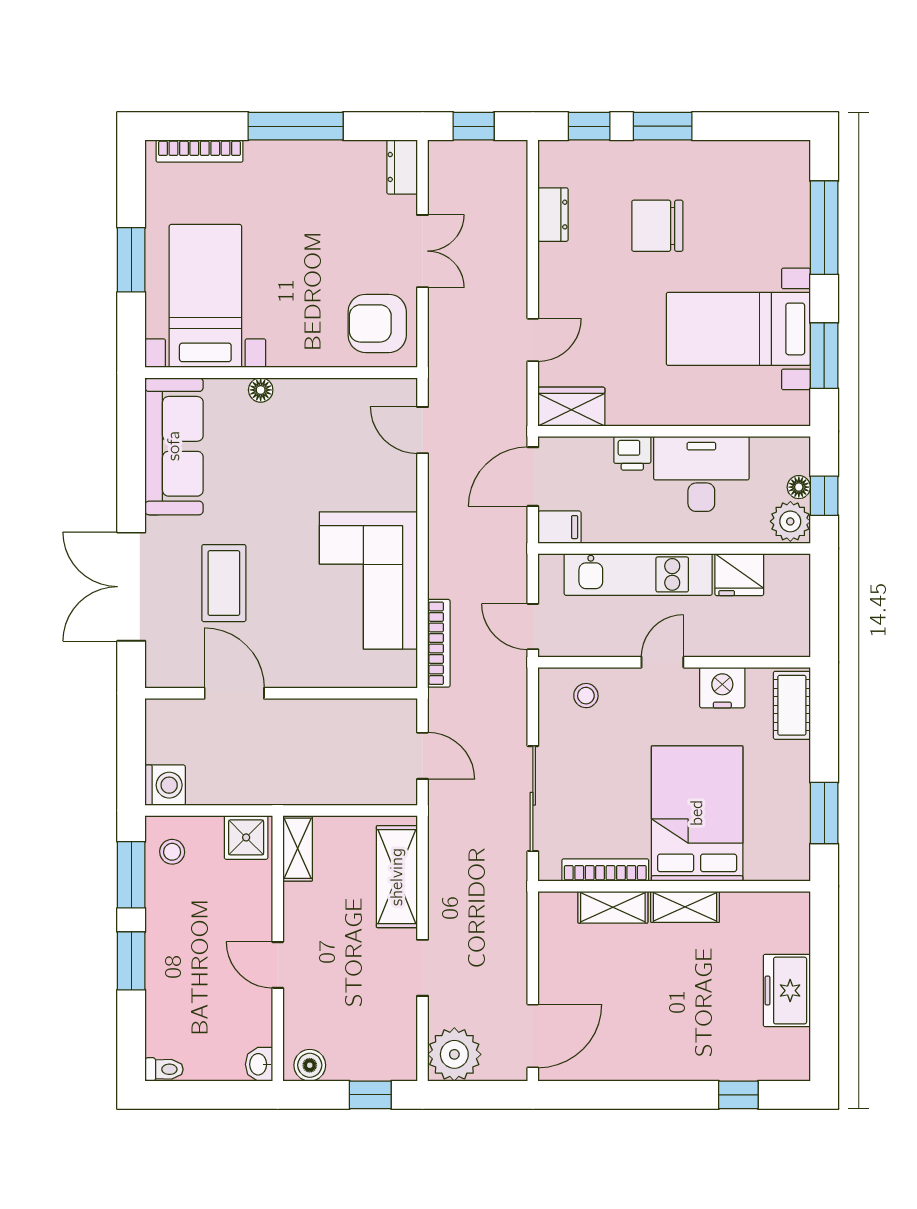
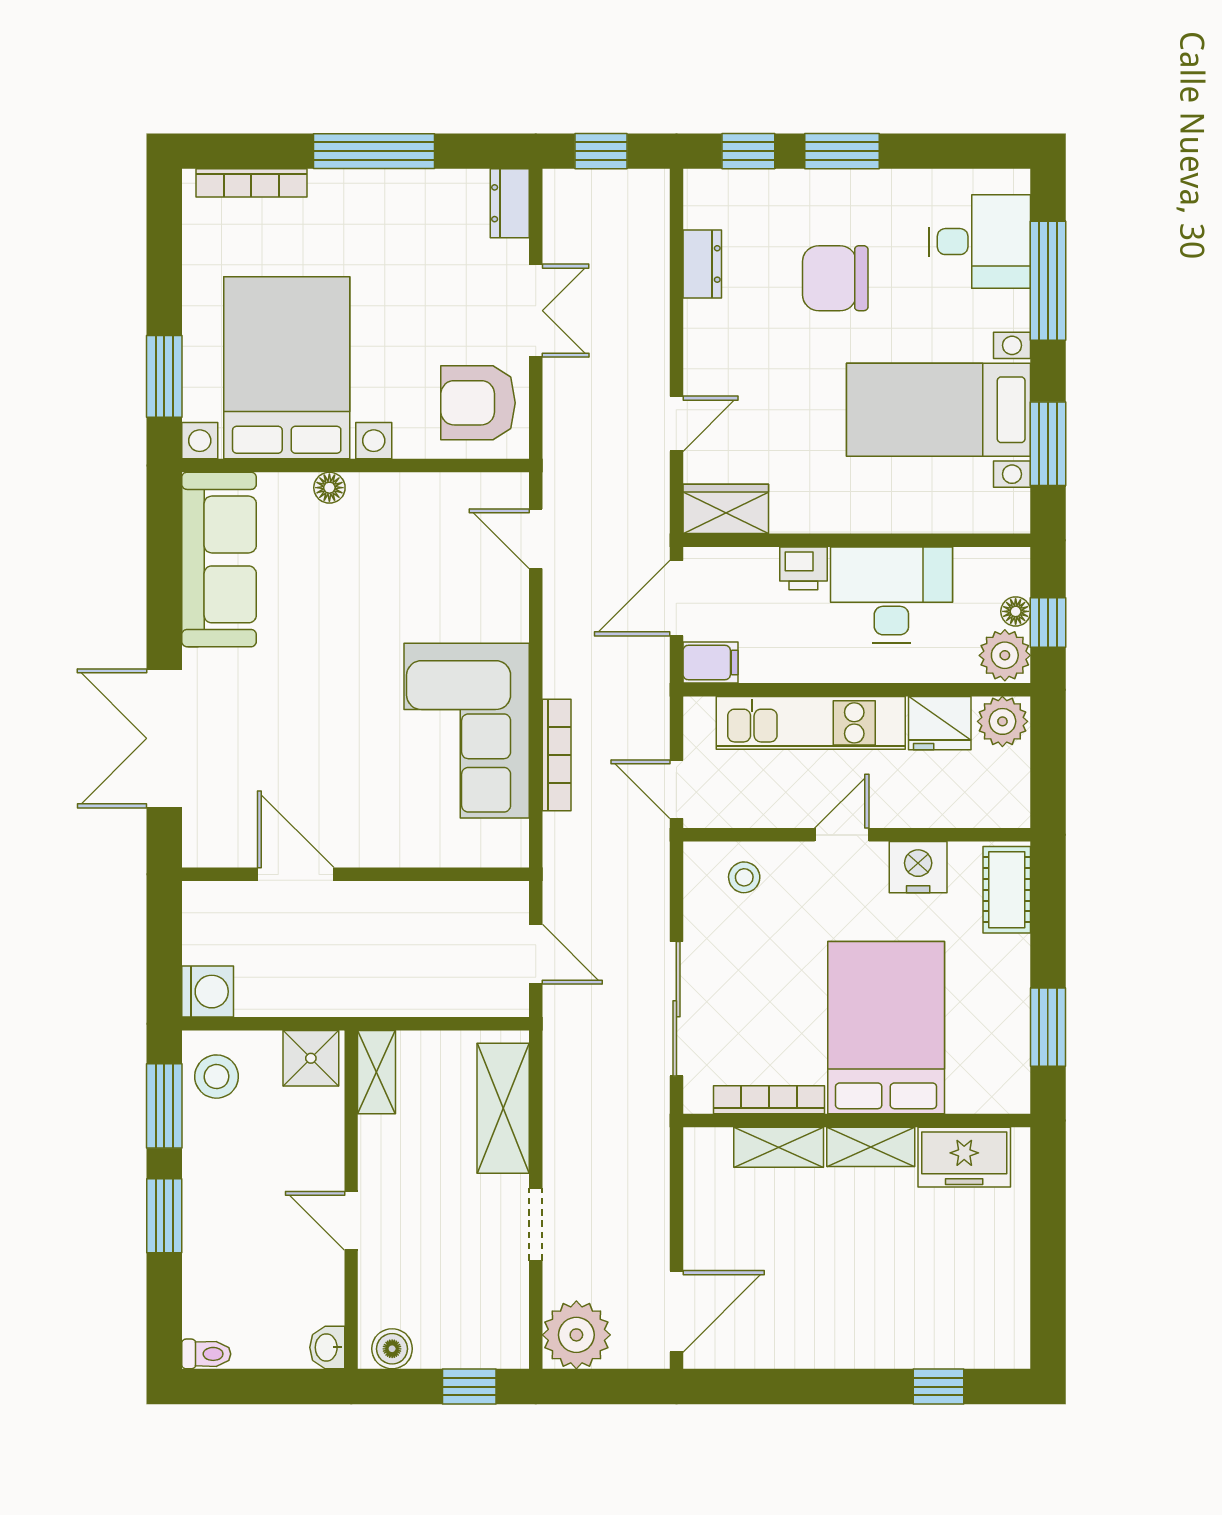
desk: (771, 197) -> (980, 242), added
window: (131, 260) -> (164, 376), moved
bed with nightstands: (205, 296) -> (287, 368), width x1.36
plant: (788, 573) -> (1002, 721), added
coffee table: (224, 583) -> (282, 734), removed
bookcase: (439, 643) -> (557, 755), moved
stool: (172, 852) -> (217, 1077), width x1.37, depth x1.37
freezer: (787, 991) -> (964, 1157), moved, turned -90

